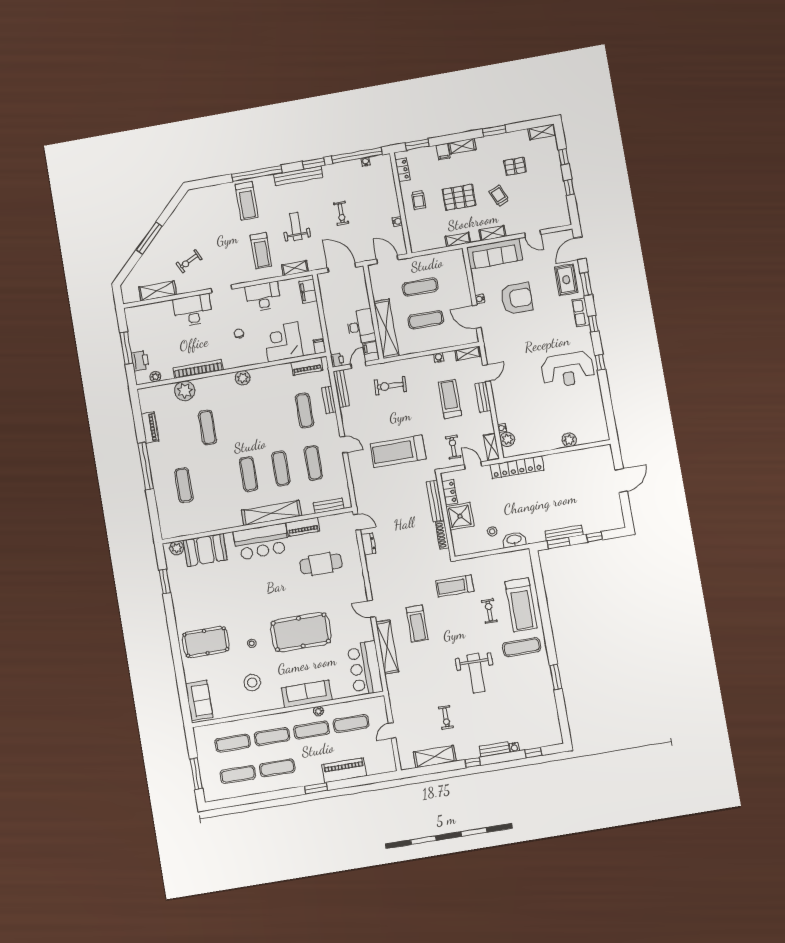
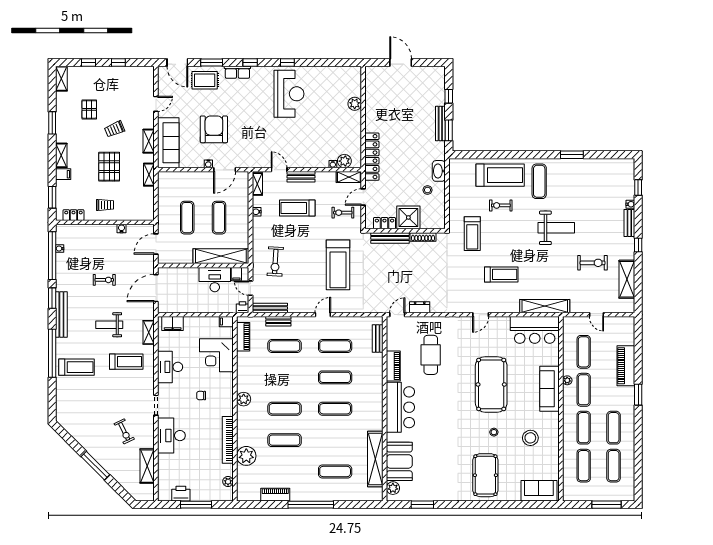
printer: (140, 361) -> (181, 494), moved
exercise mat: (240, 422) -> (285, 409), added
shelving: (271, 513) -> (375, 459), moved
shelving: (387, 647) -> (545, 306), moved
exercise bike: (446, 717) -> (593, 263), width x1.38, depth x1.39

